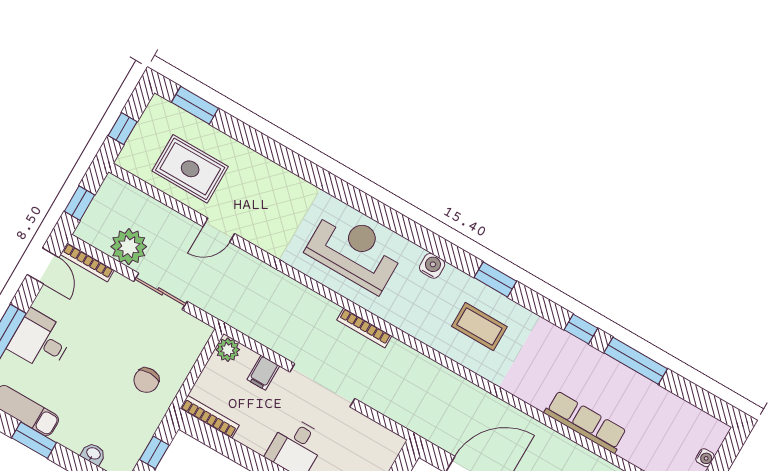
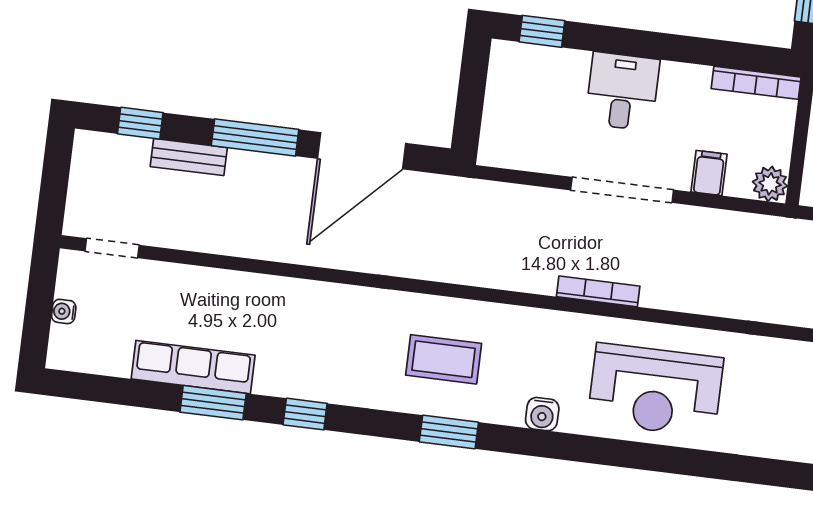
window: (636, 361) -> (213, 403), width x0.69
row of seats: (585, 422) -> (193, 367), moved, turned 180

